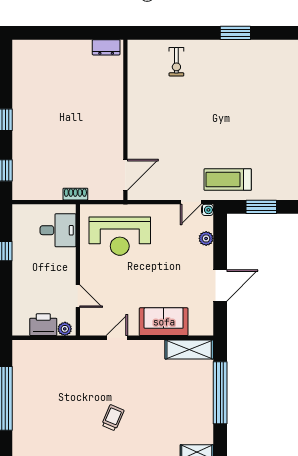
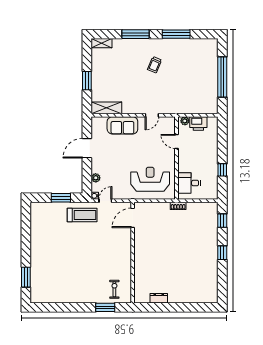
window: (235, 33) -> (105, 307), moved
wall: (125, 120) -> (133, 253), moved
door: (125, 175) -> (133, 218), moved
window: (220, 393) -> (87, 81), width x0.47

